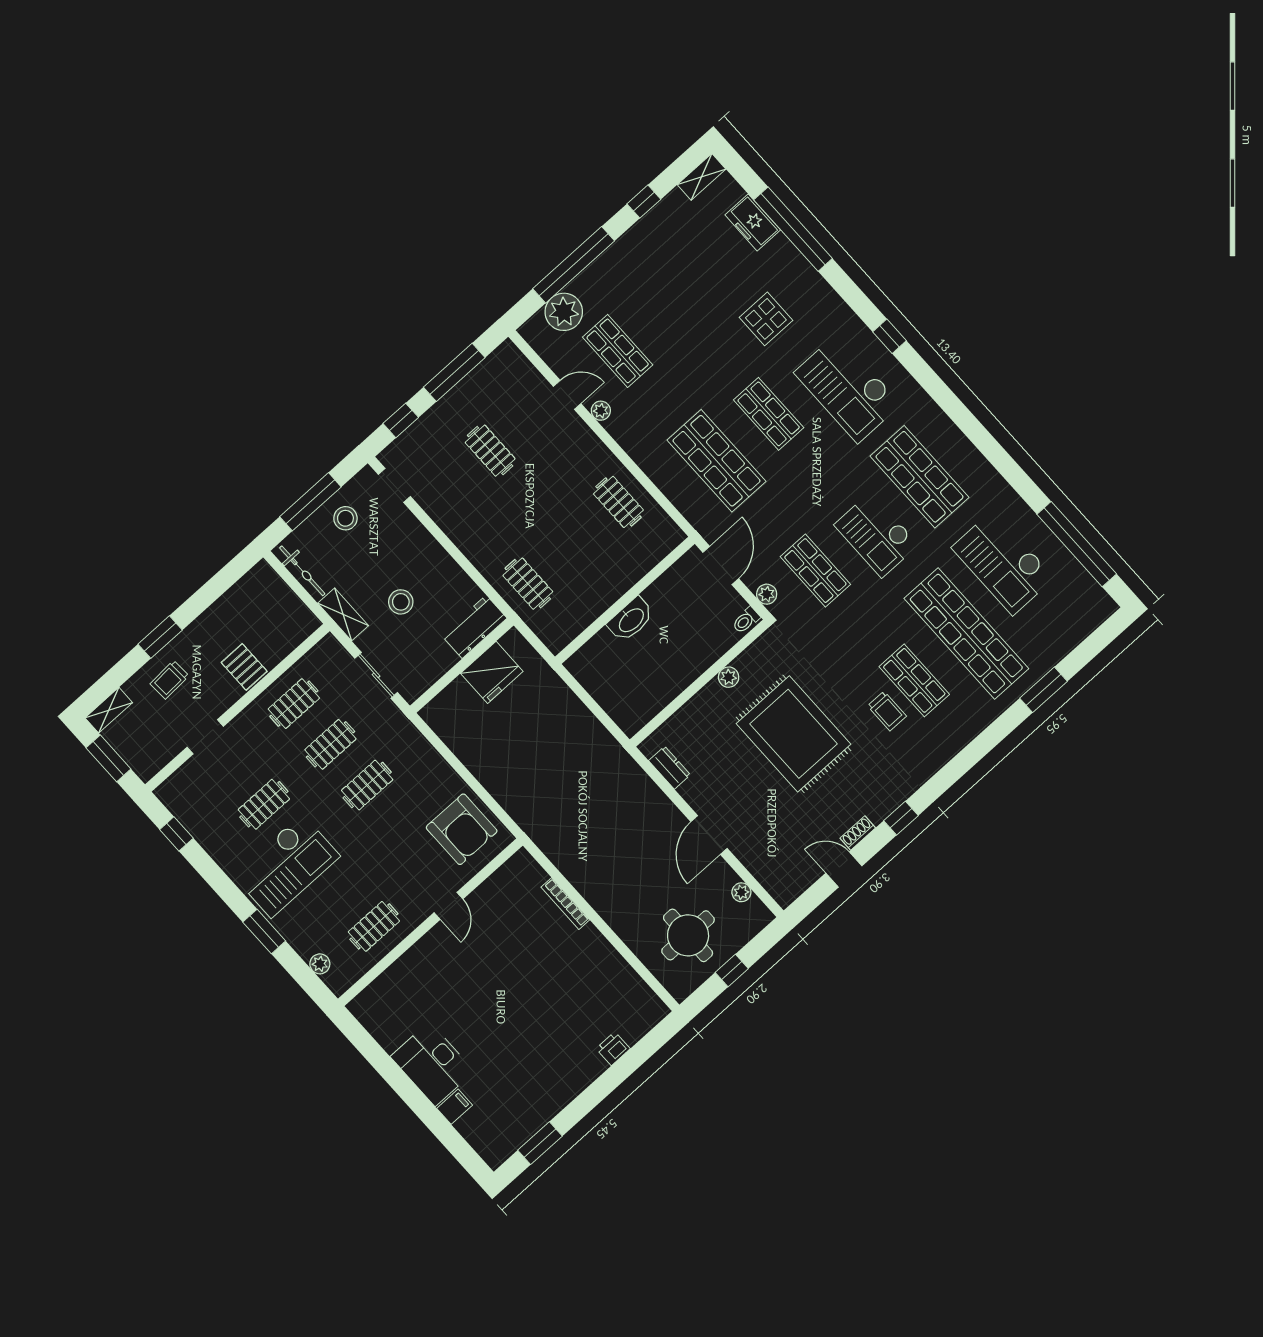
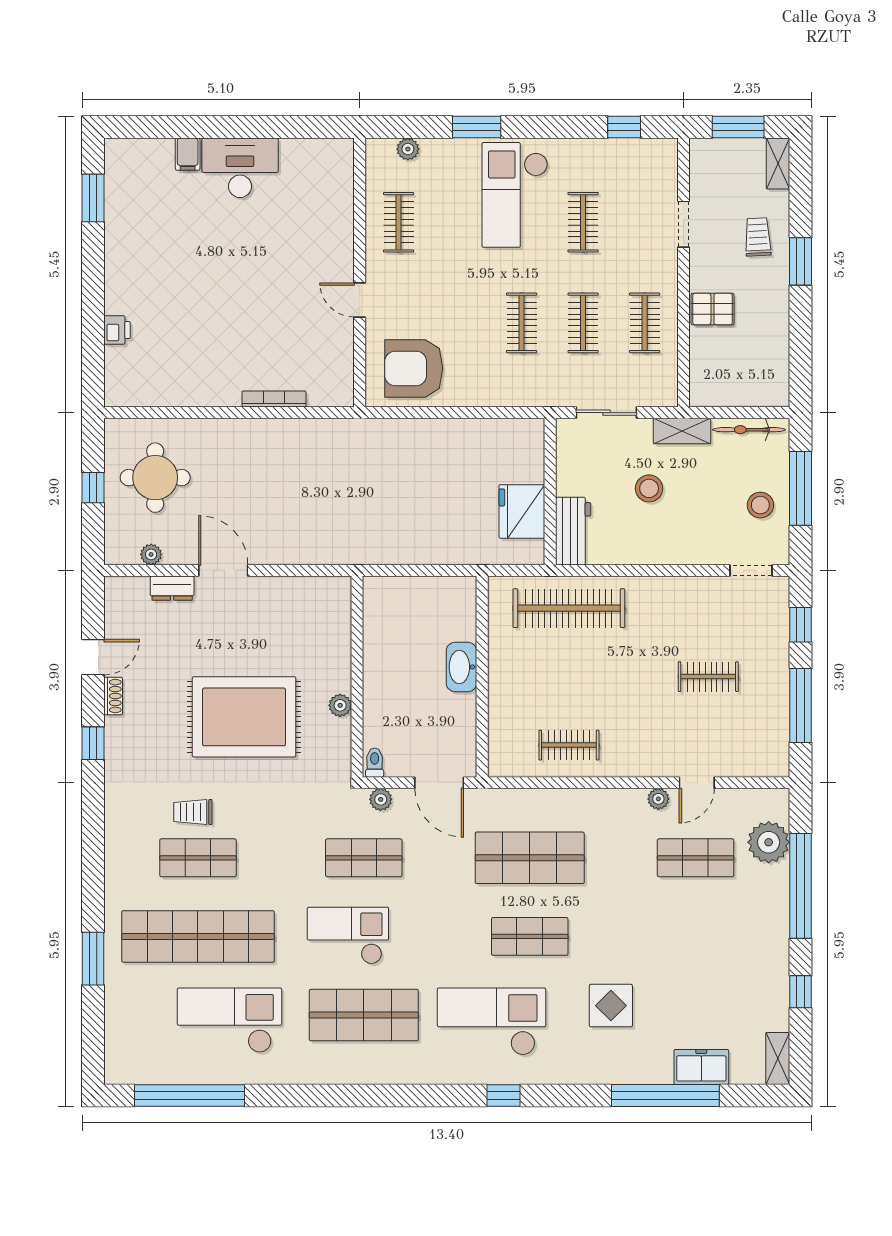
clothes rail: (528, 584) -> (569, 608), width x1.86, depth x1.31
dresser: (670, 768) -> (172, 588), moved

